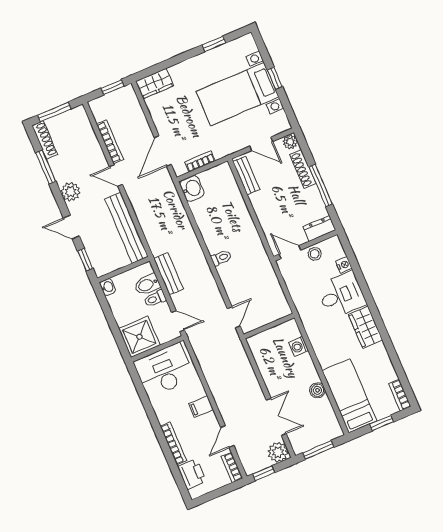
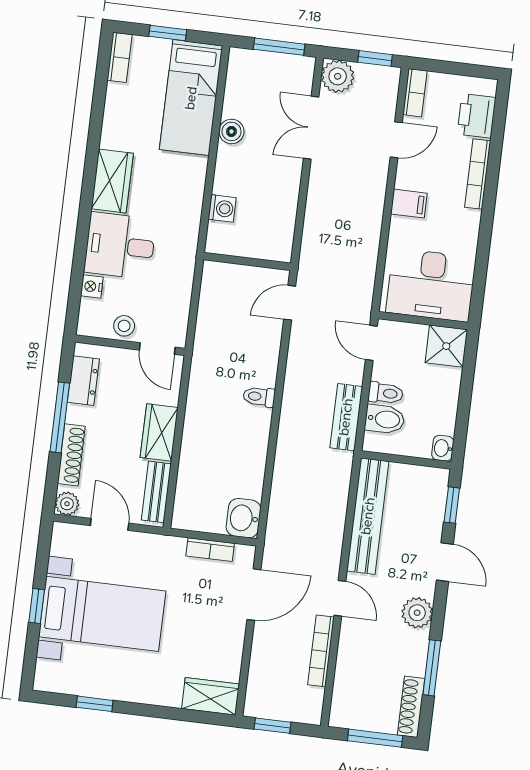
wardrobe: (263, 208) -> (159, 433), added
dresser: (319, 228) -> (83, 381), moved, turned -90
shower: (139, 337) -> (446, 346), width x0.73, depth x0.73

